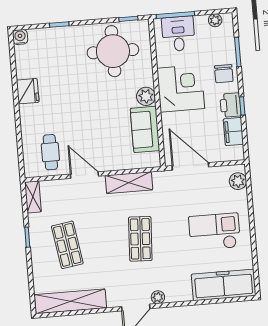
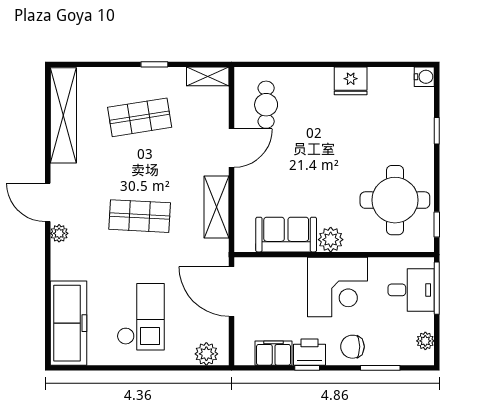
cafe table: (50, 152) -> (266, 105), turned 90
door: (190, 166) -> (232, 292), swing flipped

